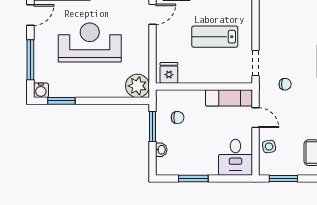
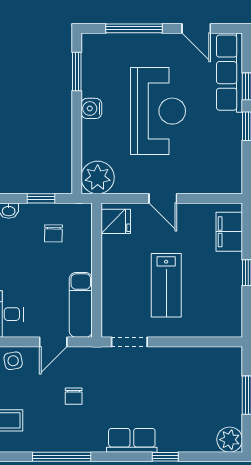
door: (152, 14) -> (163, 198), moved
lab bench: (215, 37) -> (166, 285), turned 180
chair: (285, 84) -> (74, 396), moved
water cooler: (41, 90) -> (91, 108), moved
window: (152, 127) -> (41, 198), width x0.67

